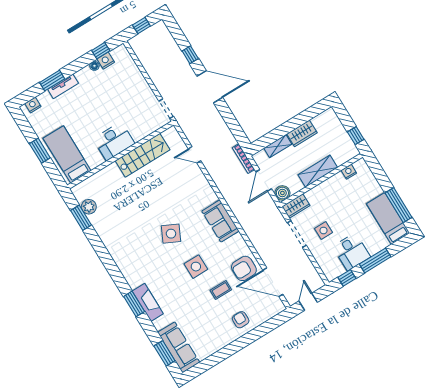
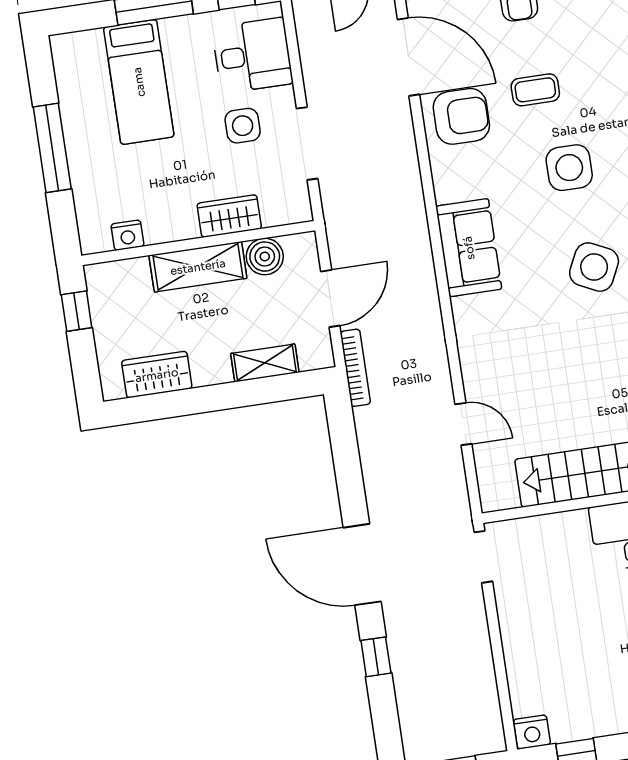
nightstand: (106, 61) -> (532, 732), moved
floor lamp: (94, 66) -> (605, 725), removed
wardrobe: (302, 133) -> (157, 375), moved
boiler: (282, 193) -> (265, 257), moved
window: (398, 205) -> (52, 148), moved
wardrobe: (296, 206) -> (229, 216), moved
bed: (388, 218) -> (139, 82), moved
desk: (352, 252) -> (252, 55), moved, turned 90

